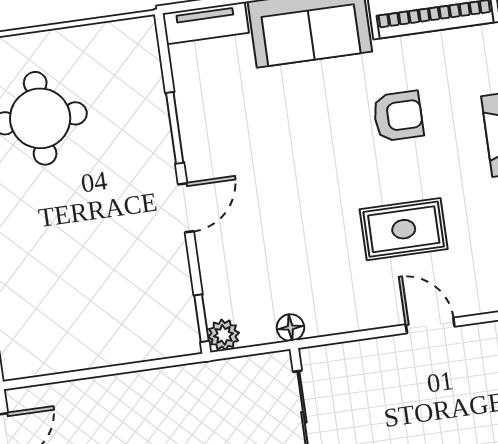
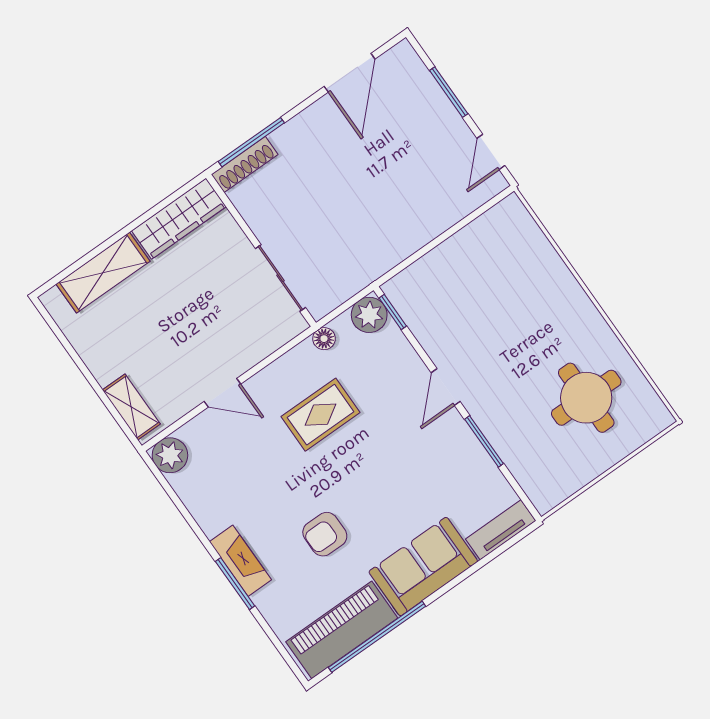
rug: (404, 229) -> (321, 415), moved
plant: (224, 335) -> (369, 315), width x1.38, depth x1.38

